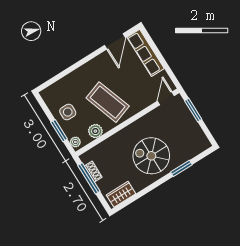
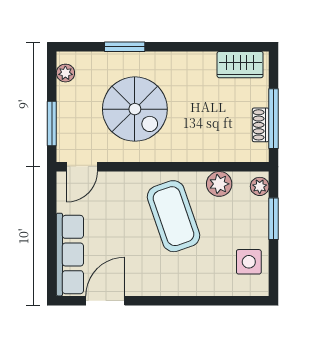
side table: (68, 112) -> (249, 262), moved
plant: (202, 138) -> (65, 73), added
spiral stairs: (151, 156) -> (135, 109), moved

